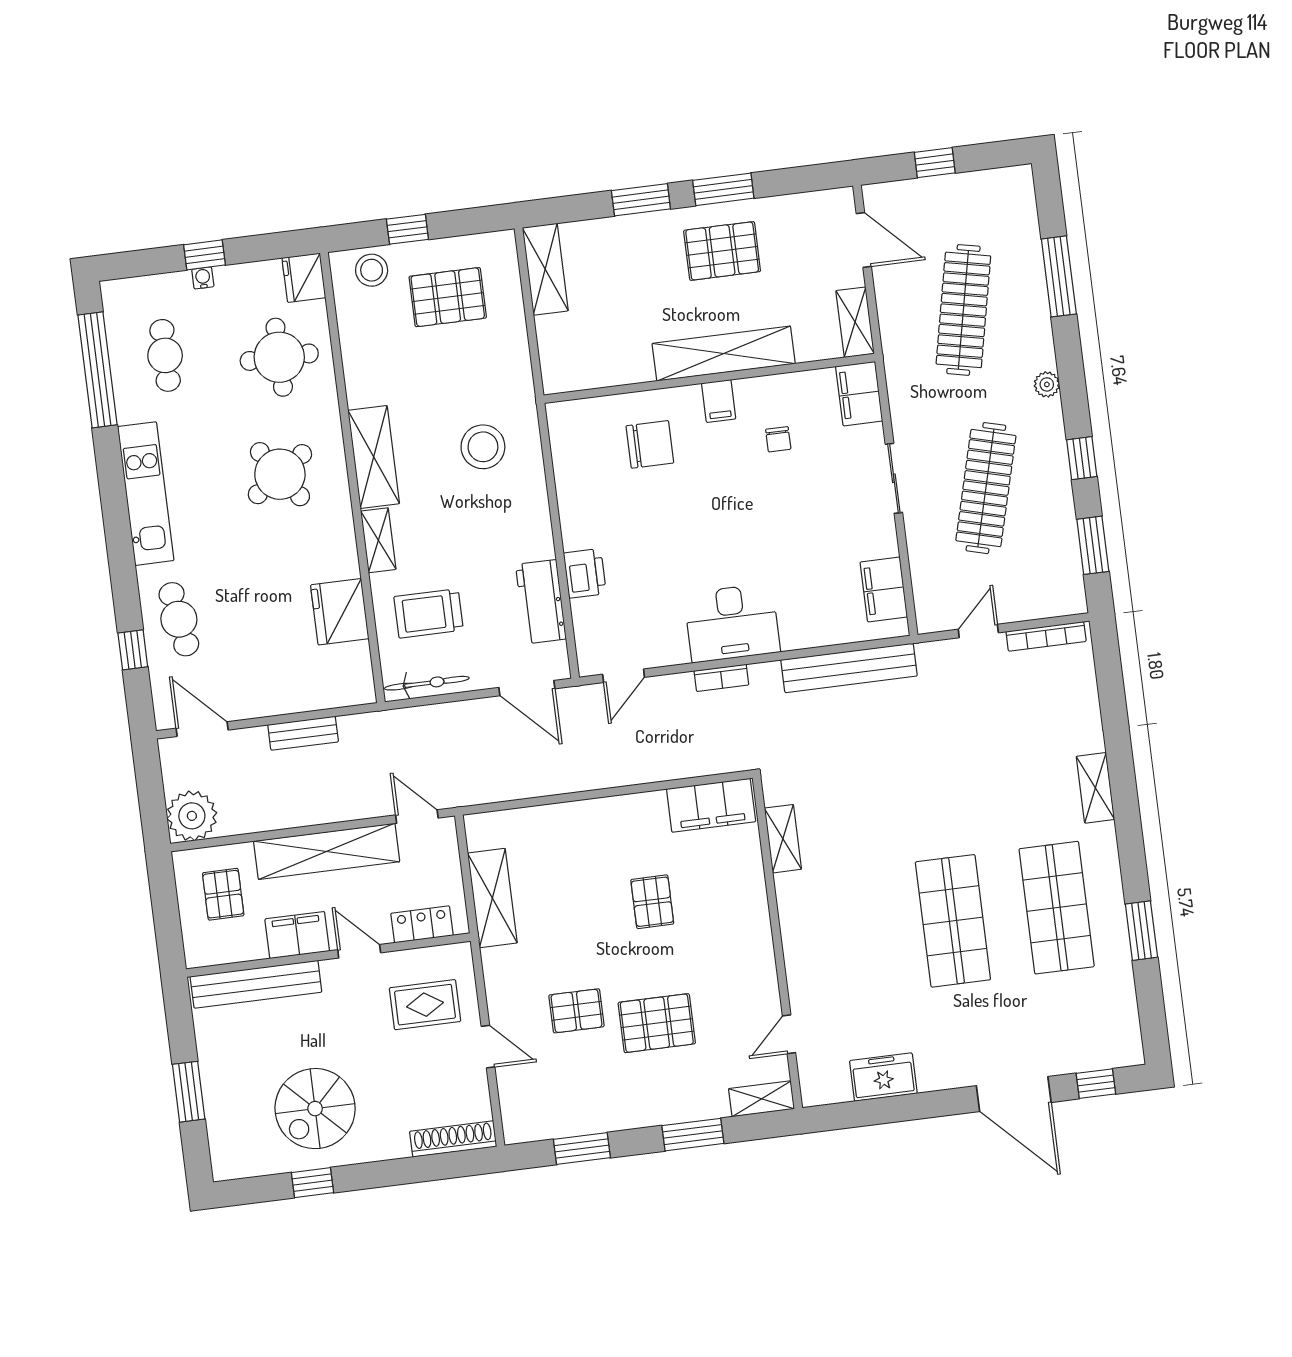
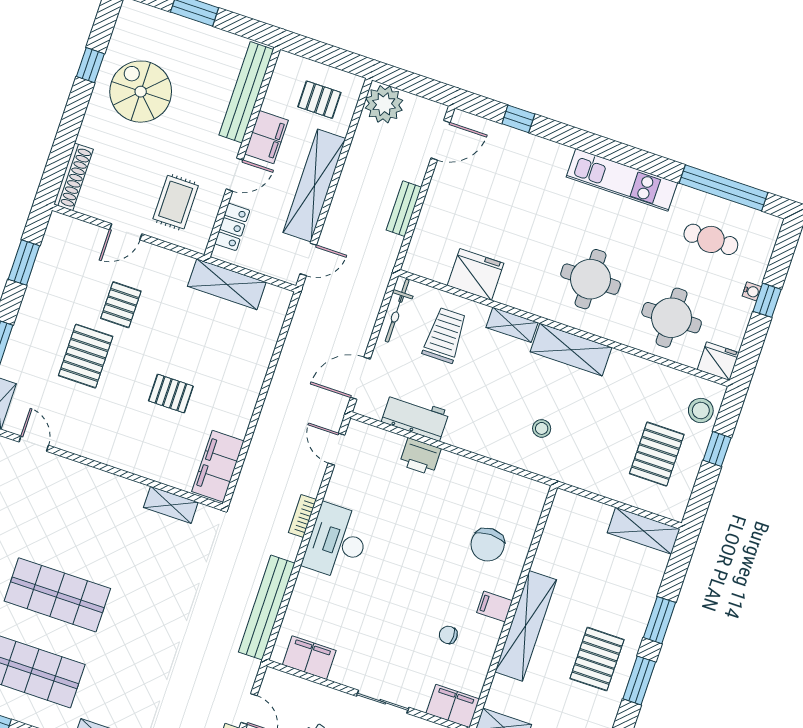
stool: (483, 447) -> (542, 428), width x0.53, depth x0.53
round table: (280, 474) -> (591, 279), turned 35
cafe table: (179, 619) -> (524, 161), removed

